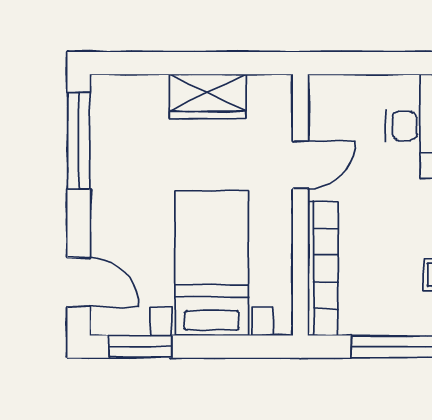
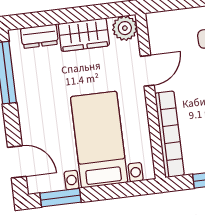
dresser: (138, 90) -> (39, 36), added
plant: (273, 94) -> (125, 28), added

